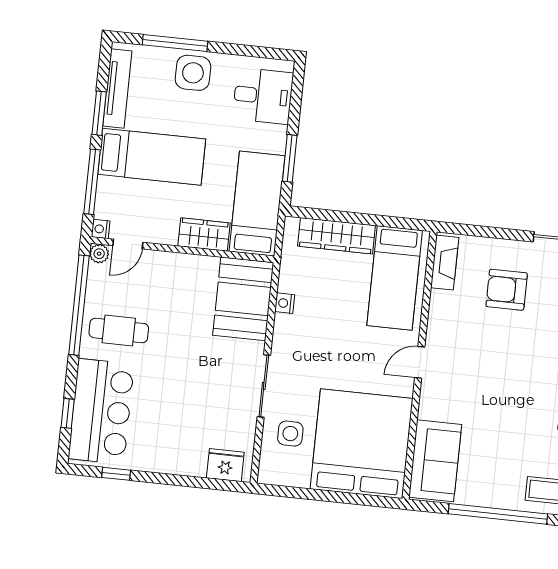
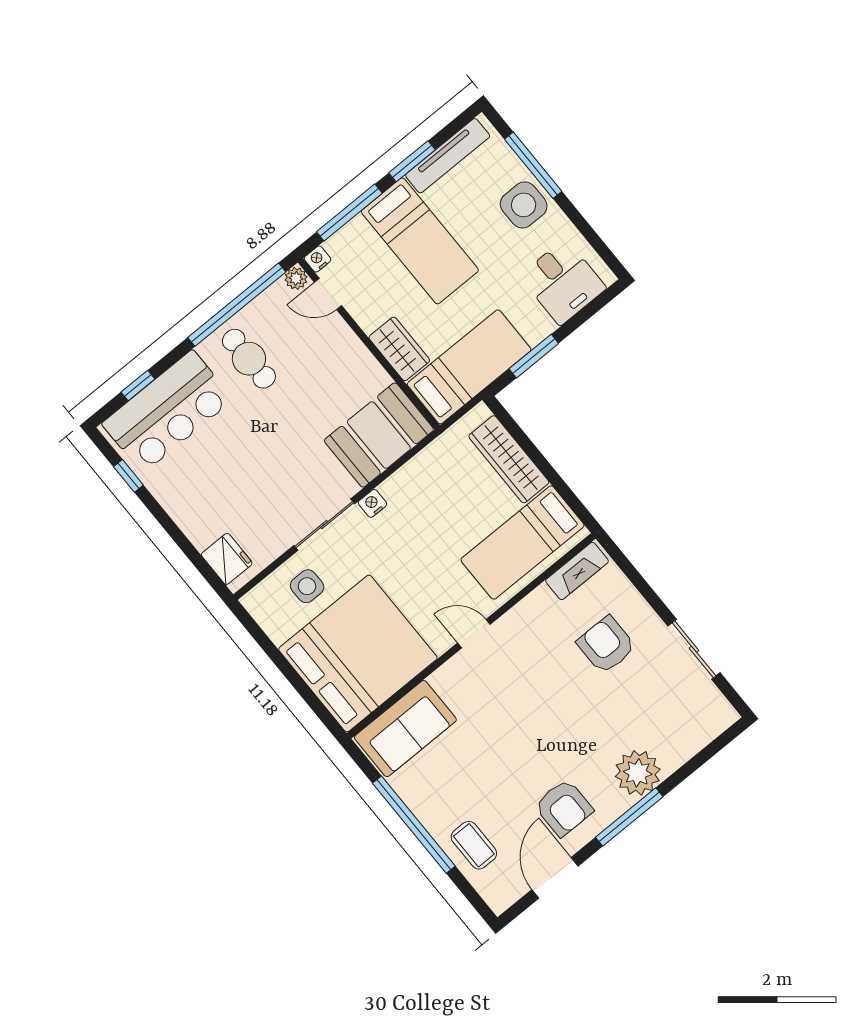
nightstand: (285, 303) -> (372, 503), moved

